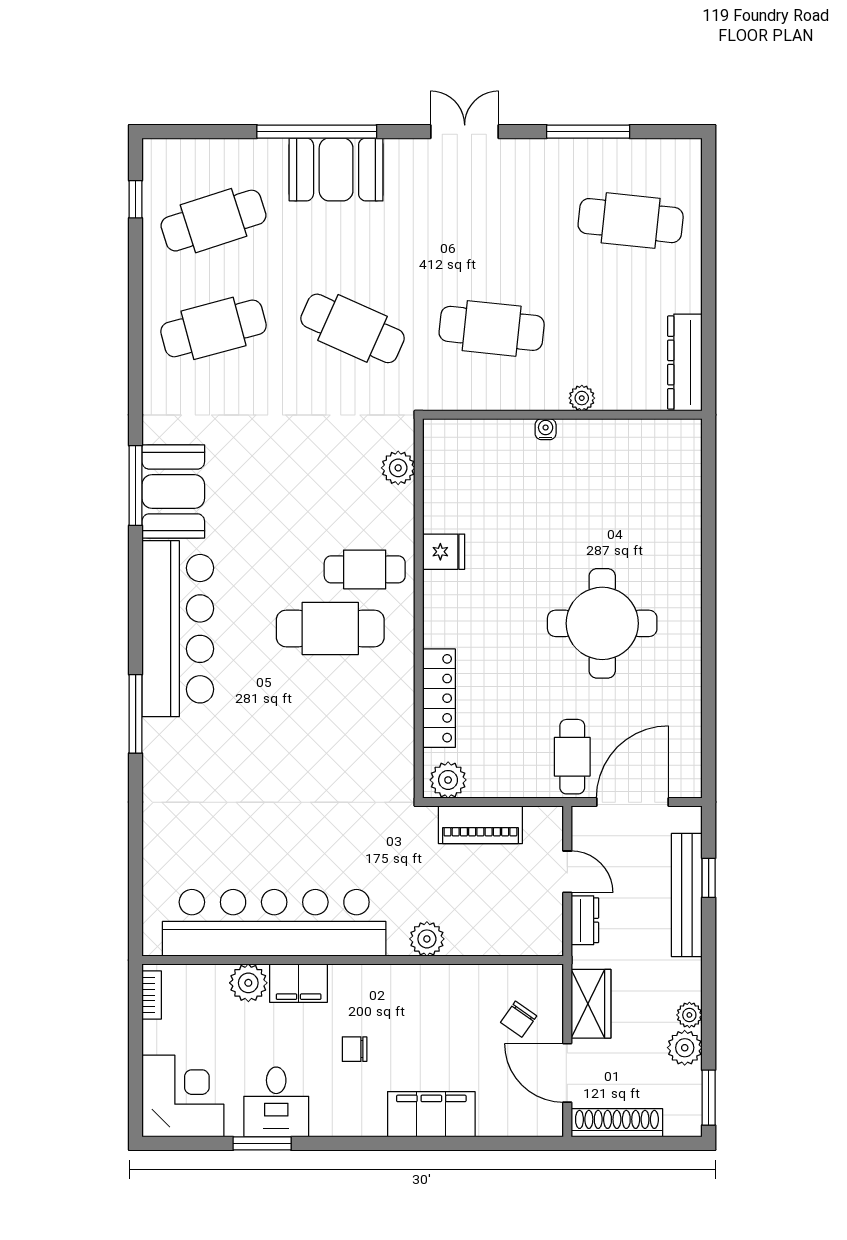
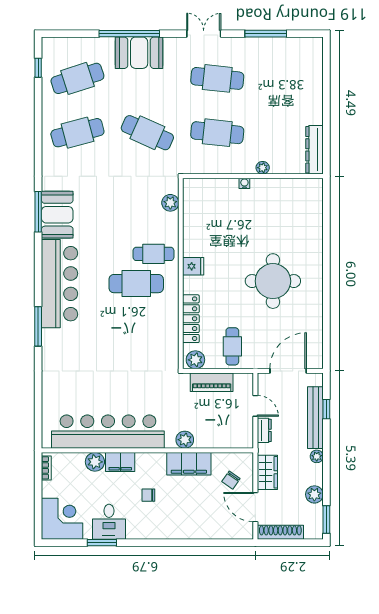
cafe table: (631, 221) -> (217, 78), moved
fridge: (444, 552) -> (193, 266), moved
cafe table: (572, 757) -> (232, 346), moved
plant: (689, 1015) -> (317, 456), moved
filing cabinet: (431, 1114) -> (189, 464), moved, turned 180

